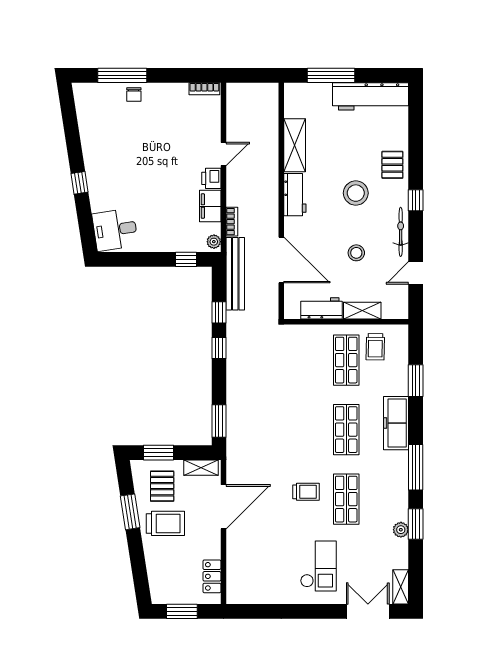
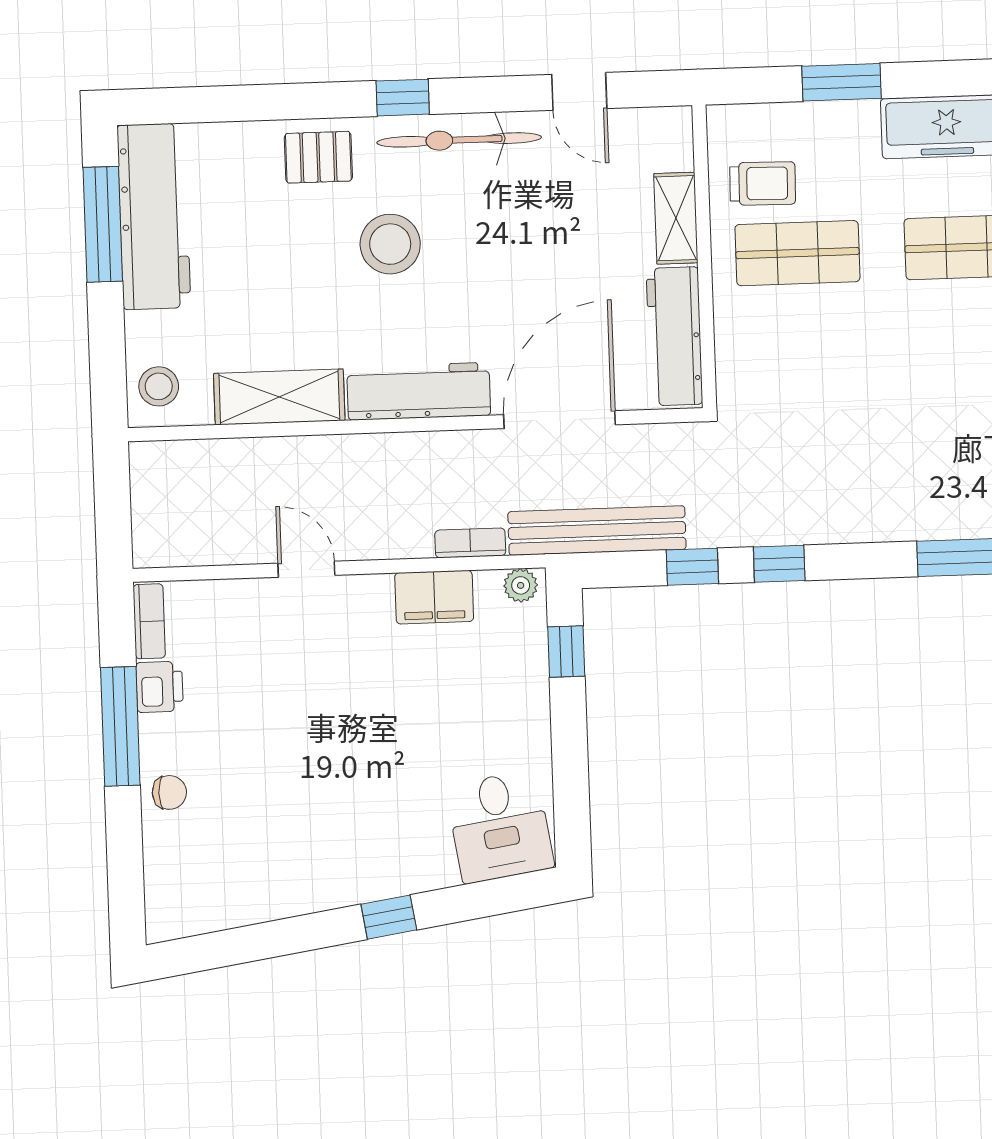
window: (122, 75) -> (120, 726), moved
window: (331, 75) -> (103, 224), moved
printer: (211, 178) -> (159, 687), moved, turned -90
workbench: (295, 195) -> (419, 391), width x1.38
bicycle: (401, 232) -> (459, 140), width x1.37, depth x1.40
stool: (356, 253) -> (159, 386), moved
workbench: (322, 308) -> (674, 336), width x1.37

